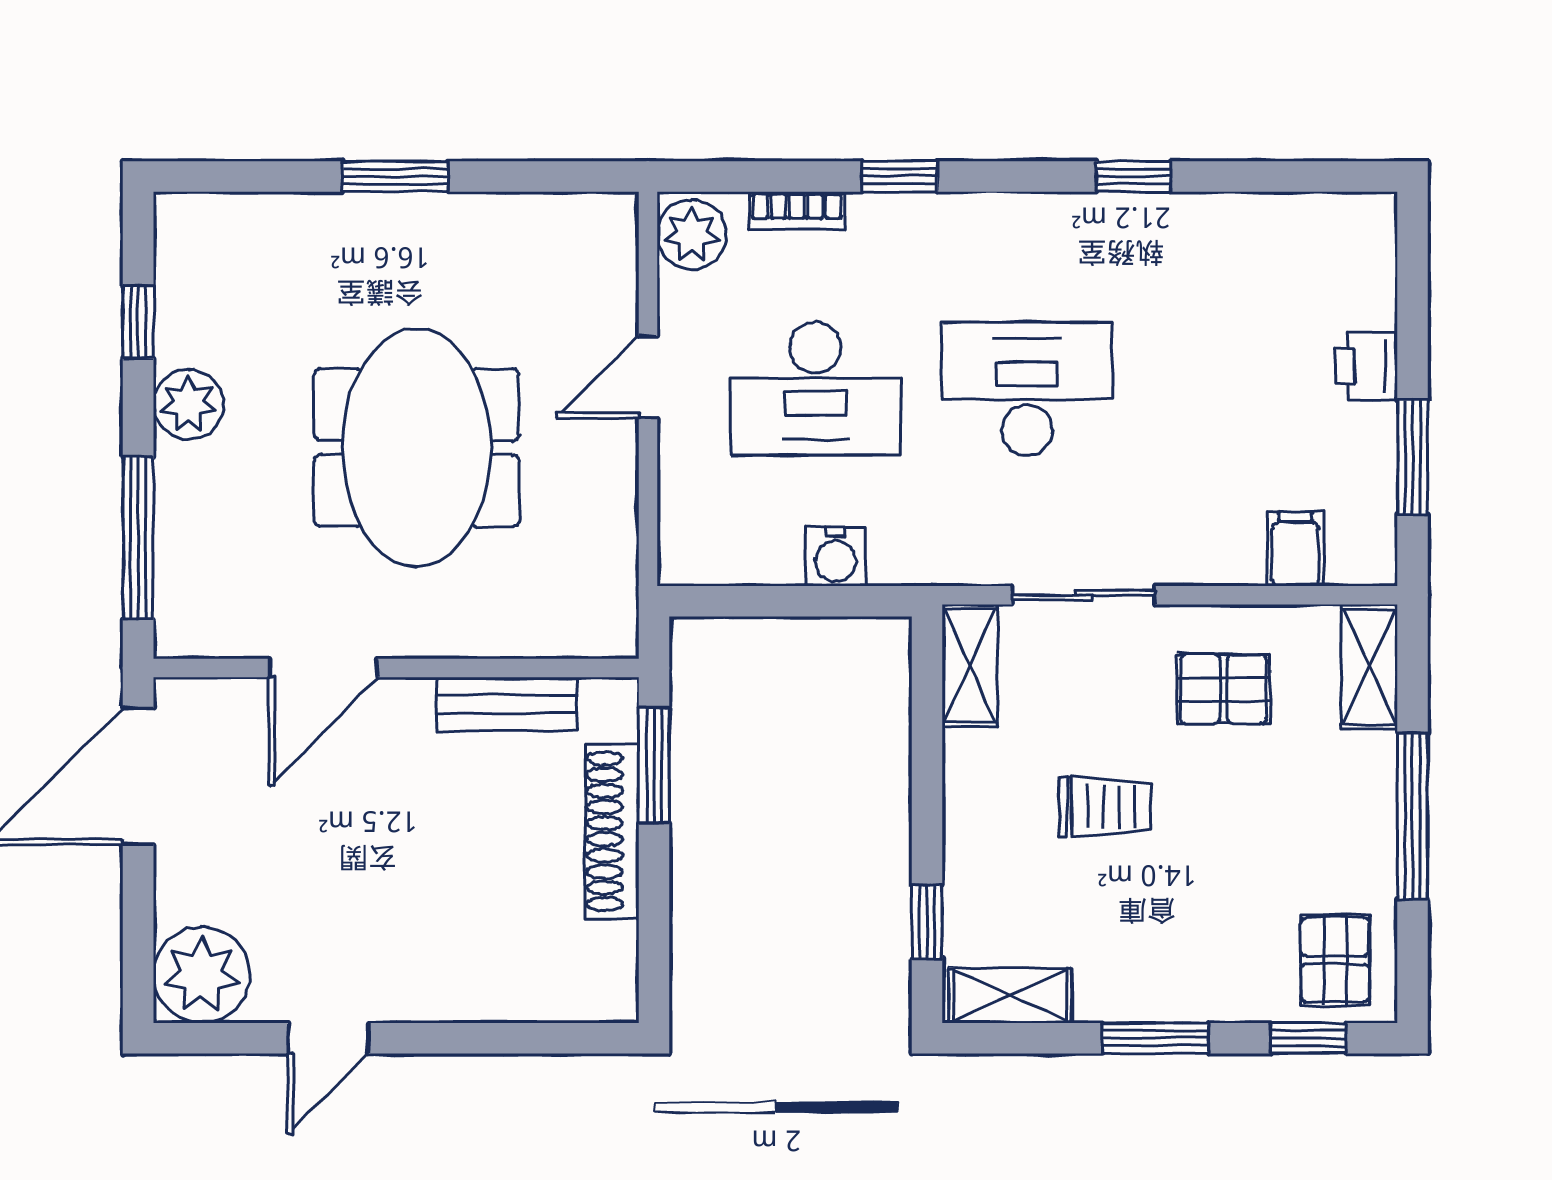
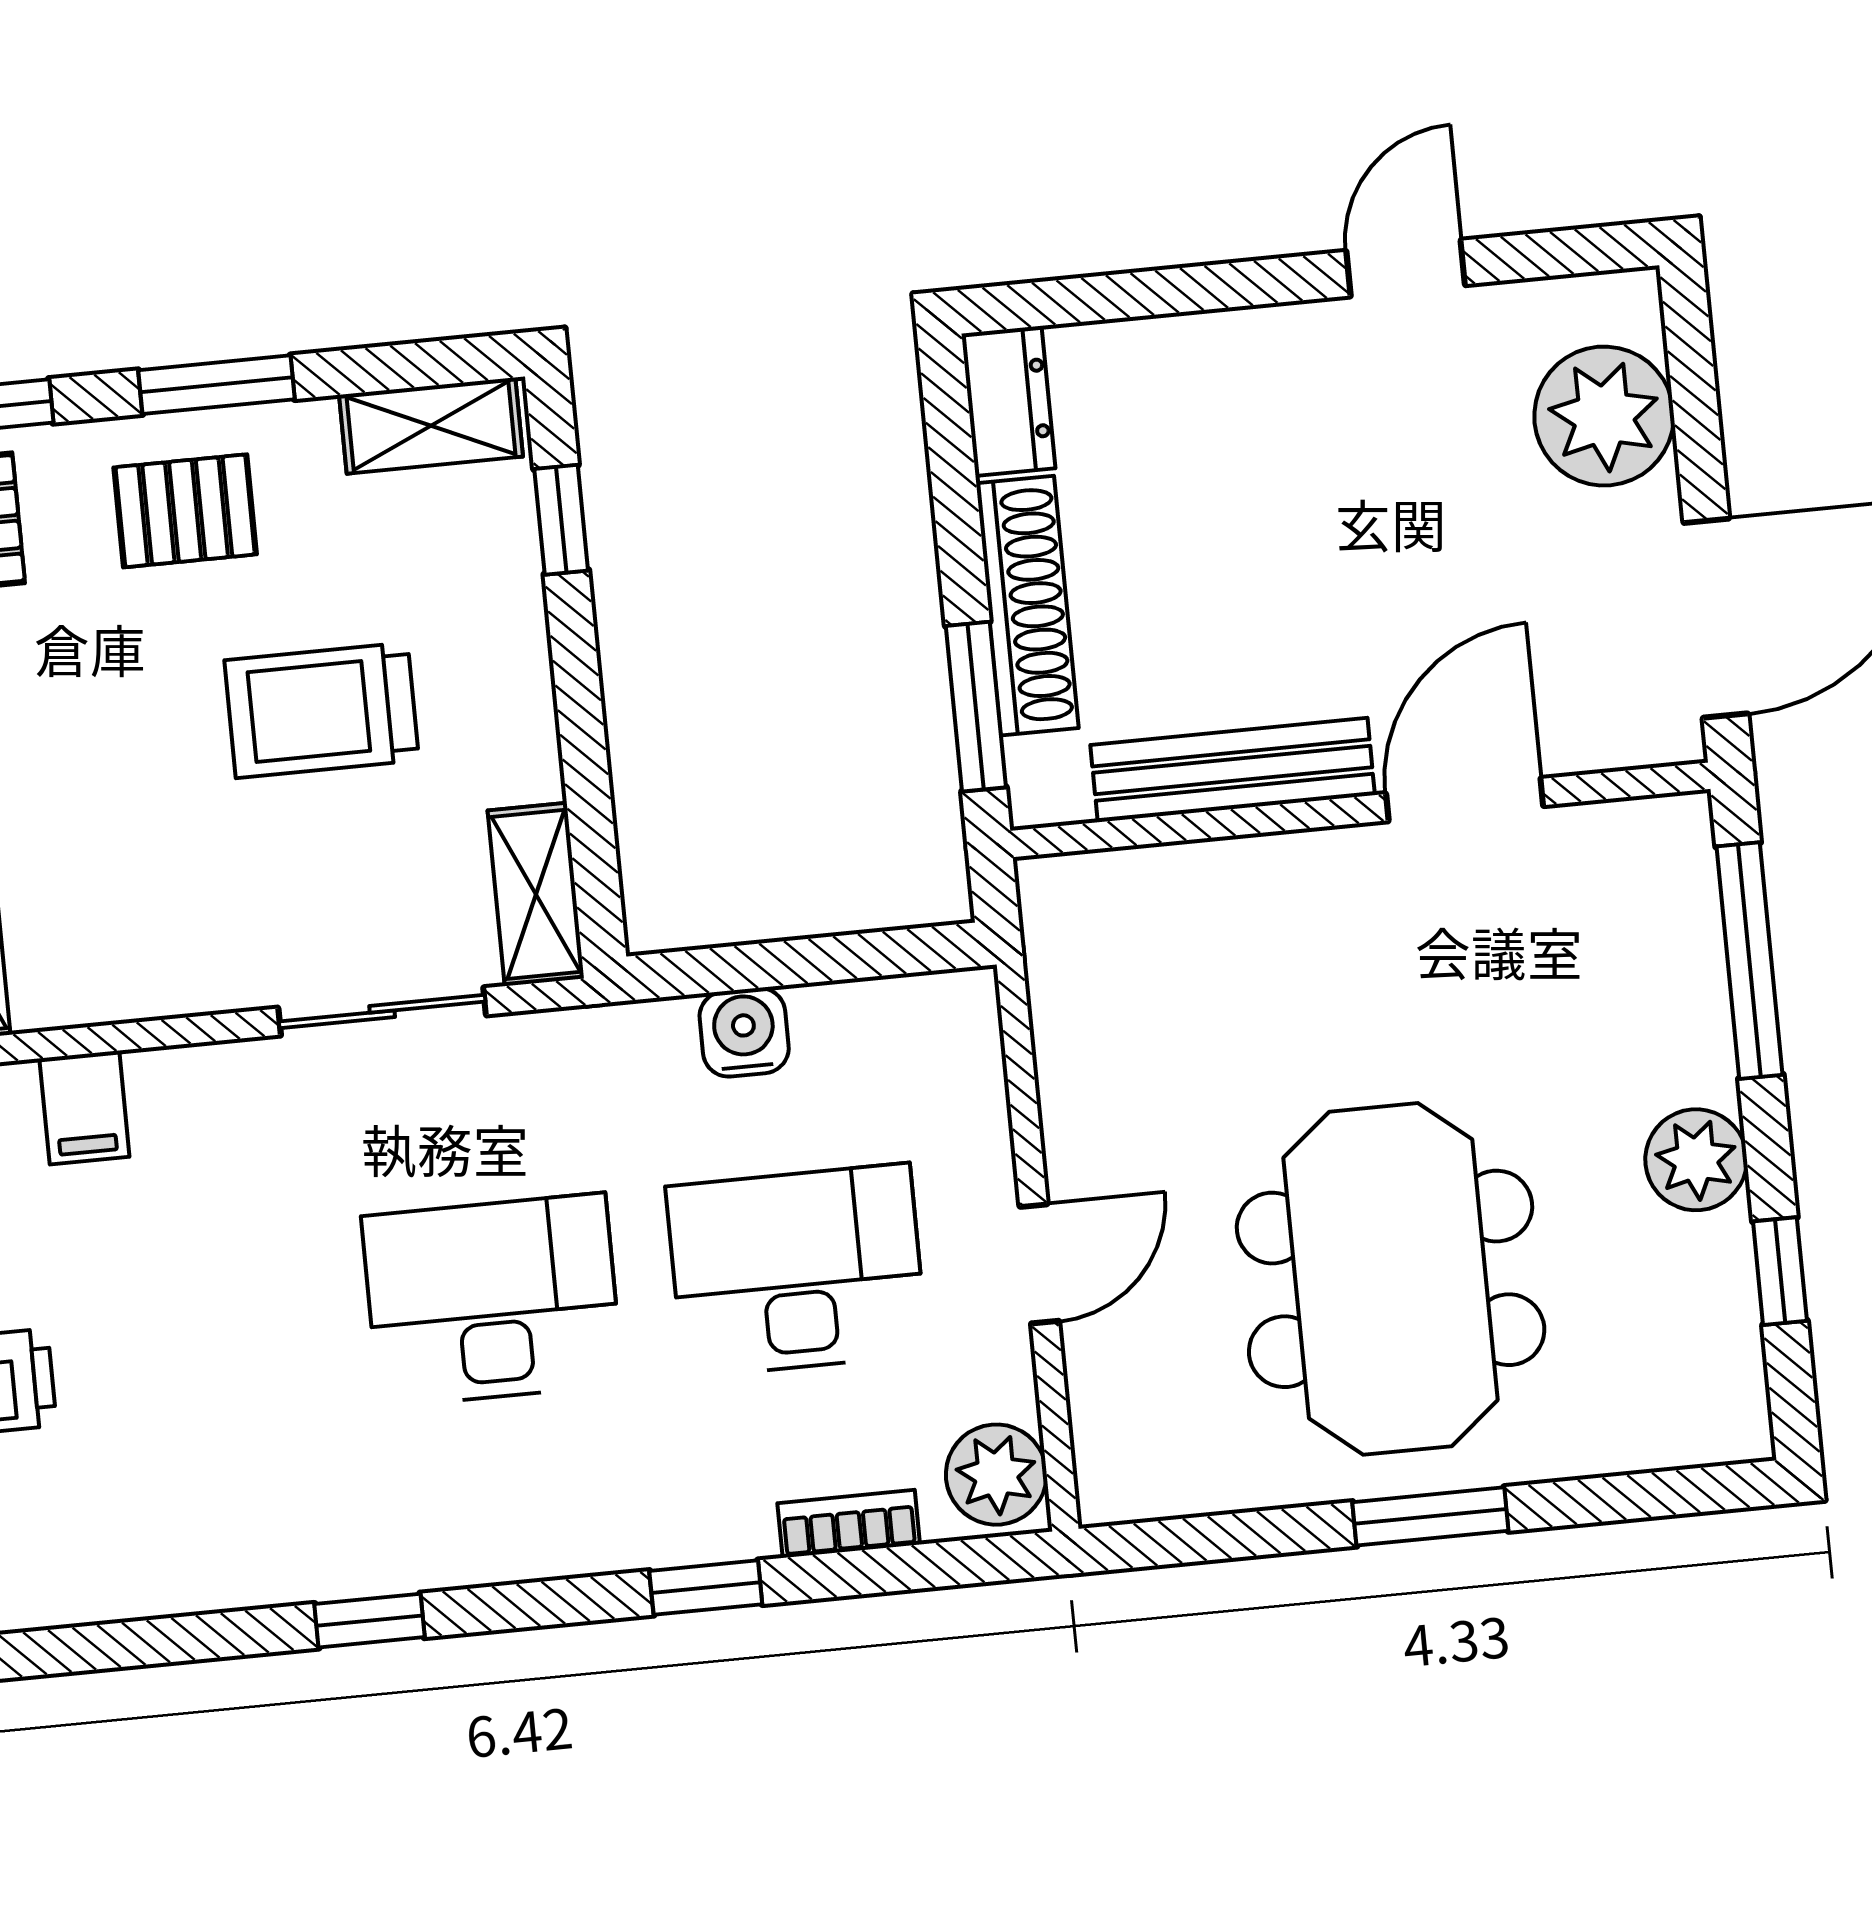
desk: (1027, 389) -> (492, 1300), turned 180
meeting table: (416, 448) -> (1391, 1279), moved
pallet: (1224, 689) -> (185, 511), moved
bench: (507, 704) -> (1233, 770), width x1.36
trolley: (1105, 807) -> (322, 710), width x1.36, depth x1.39
dresser: (611, 973) -> (1008, 401), added
plant: (202, 975) -> (1604, 416), moved

